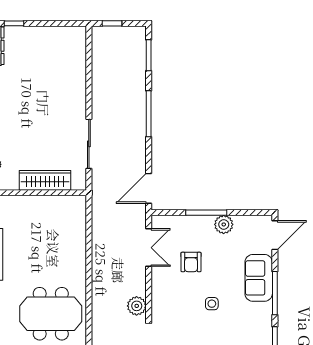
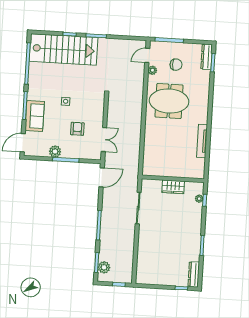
wardrobe: (45, 180) -> (173, 187), width x0.67
double door: (149, 248) -> (104, 140), swing flipped
plant: (137, 306) -> (104, 267), moved

